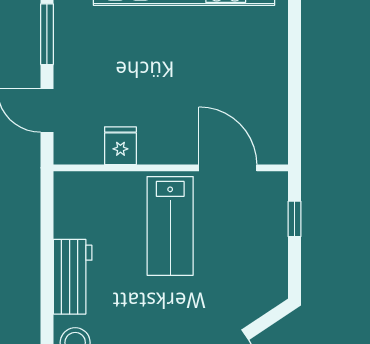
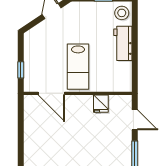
lab bench: (170, 226) -> (78, 67), turned 180

